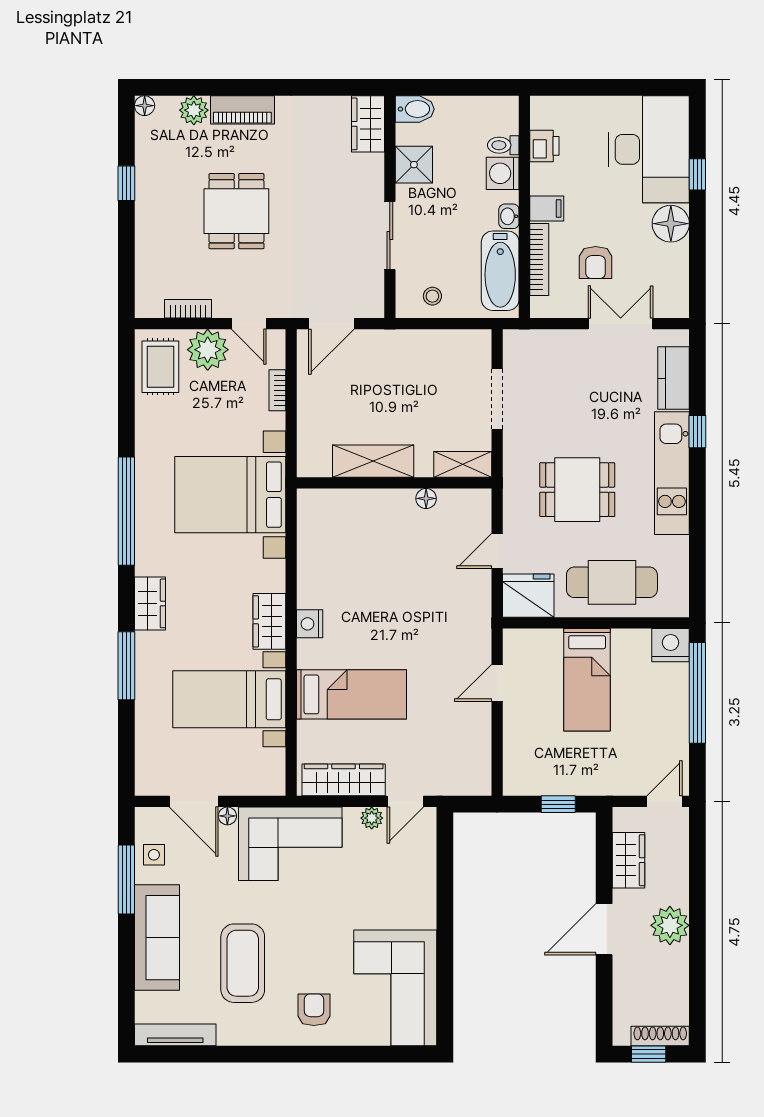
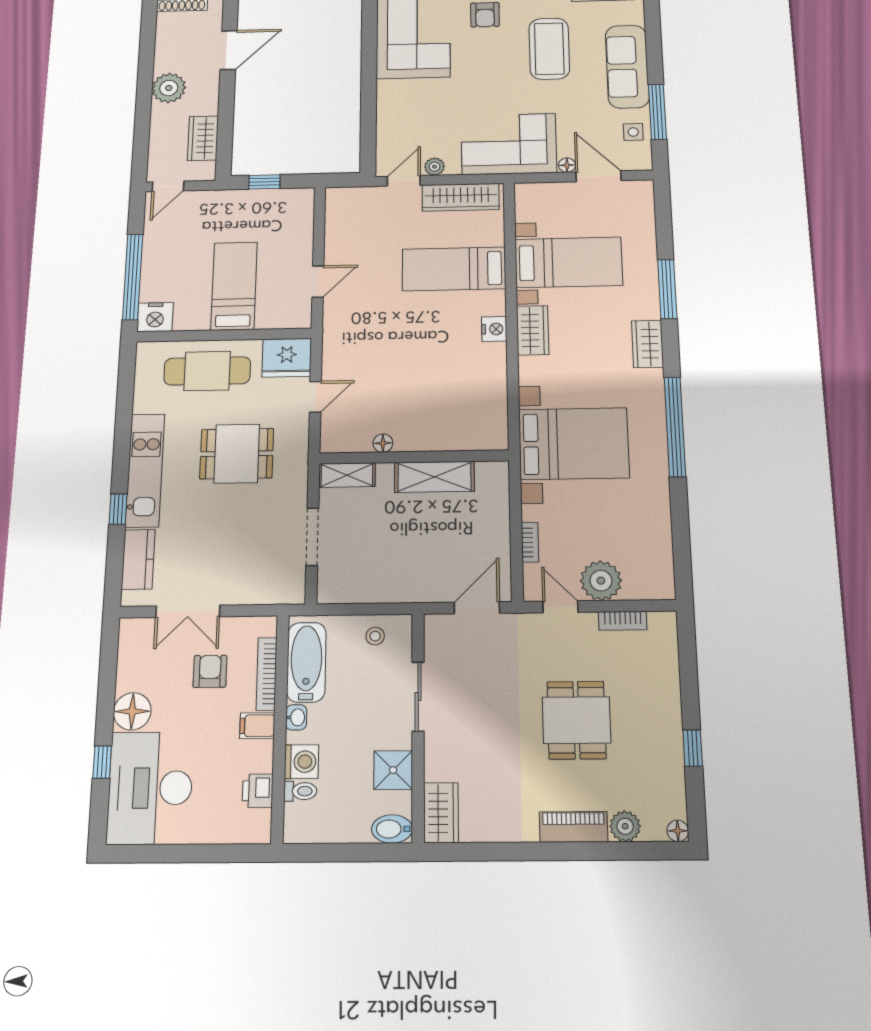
rug: (160, 367) -> (648, 563), removed
door: (604, 929) -> (229, 50), moved

